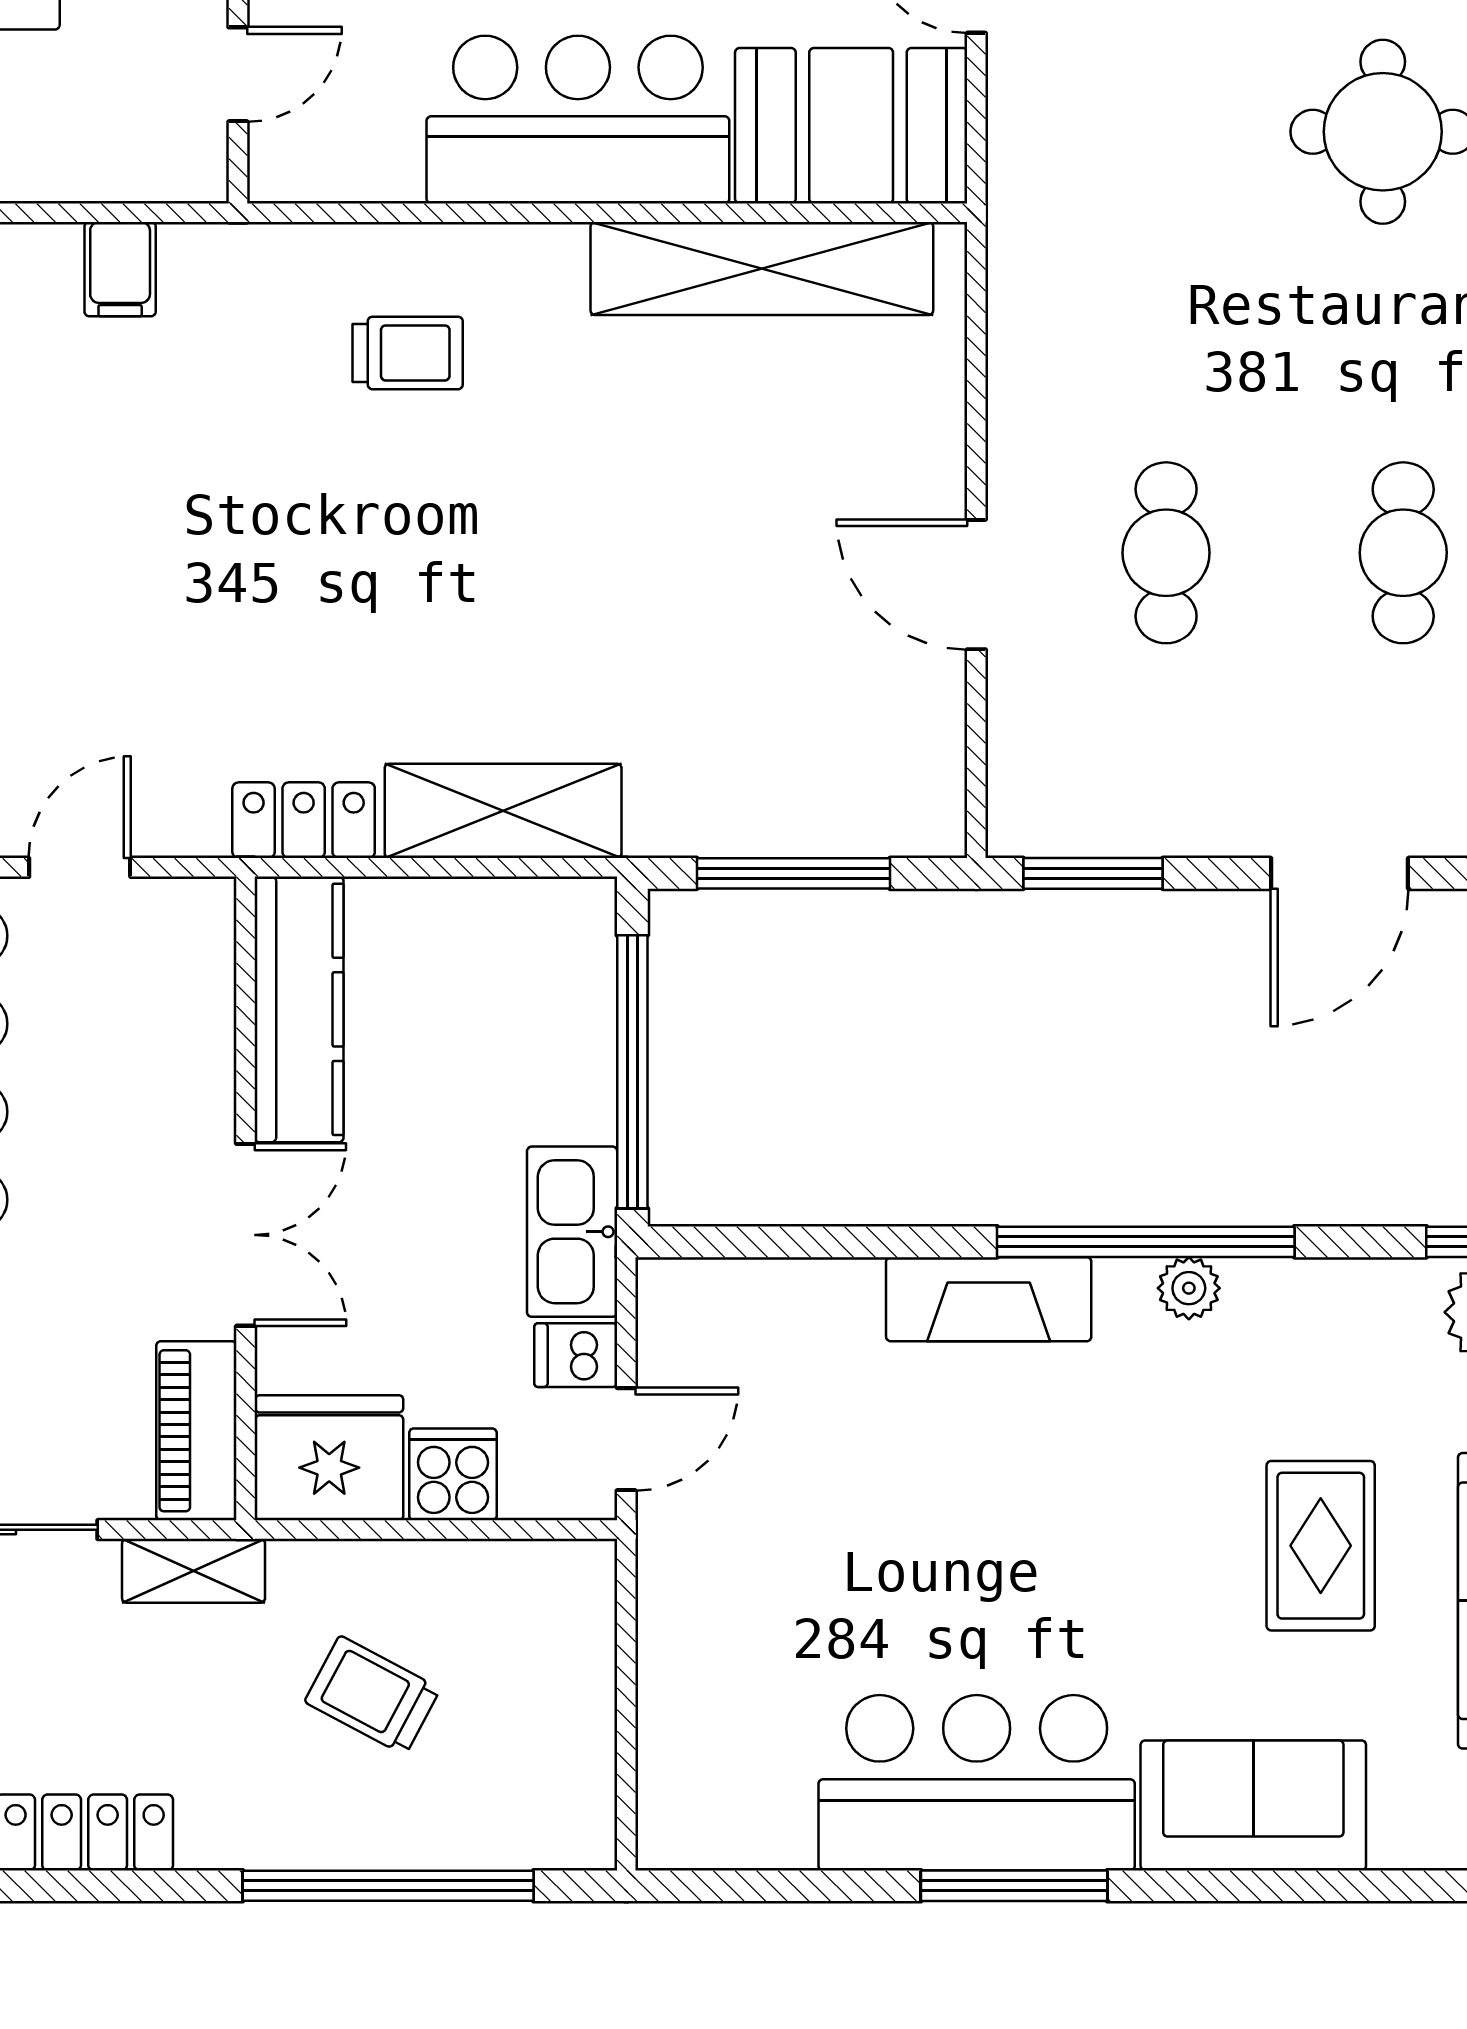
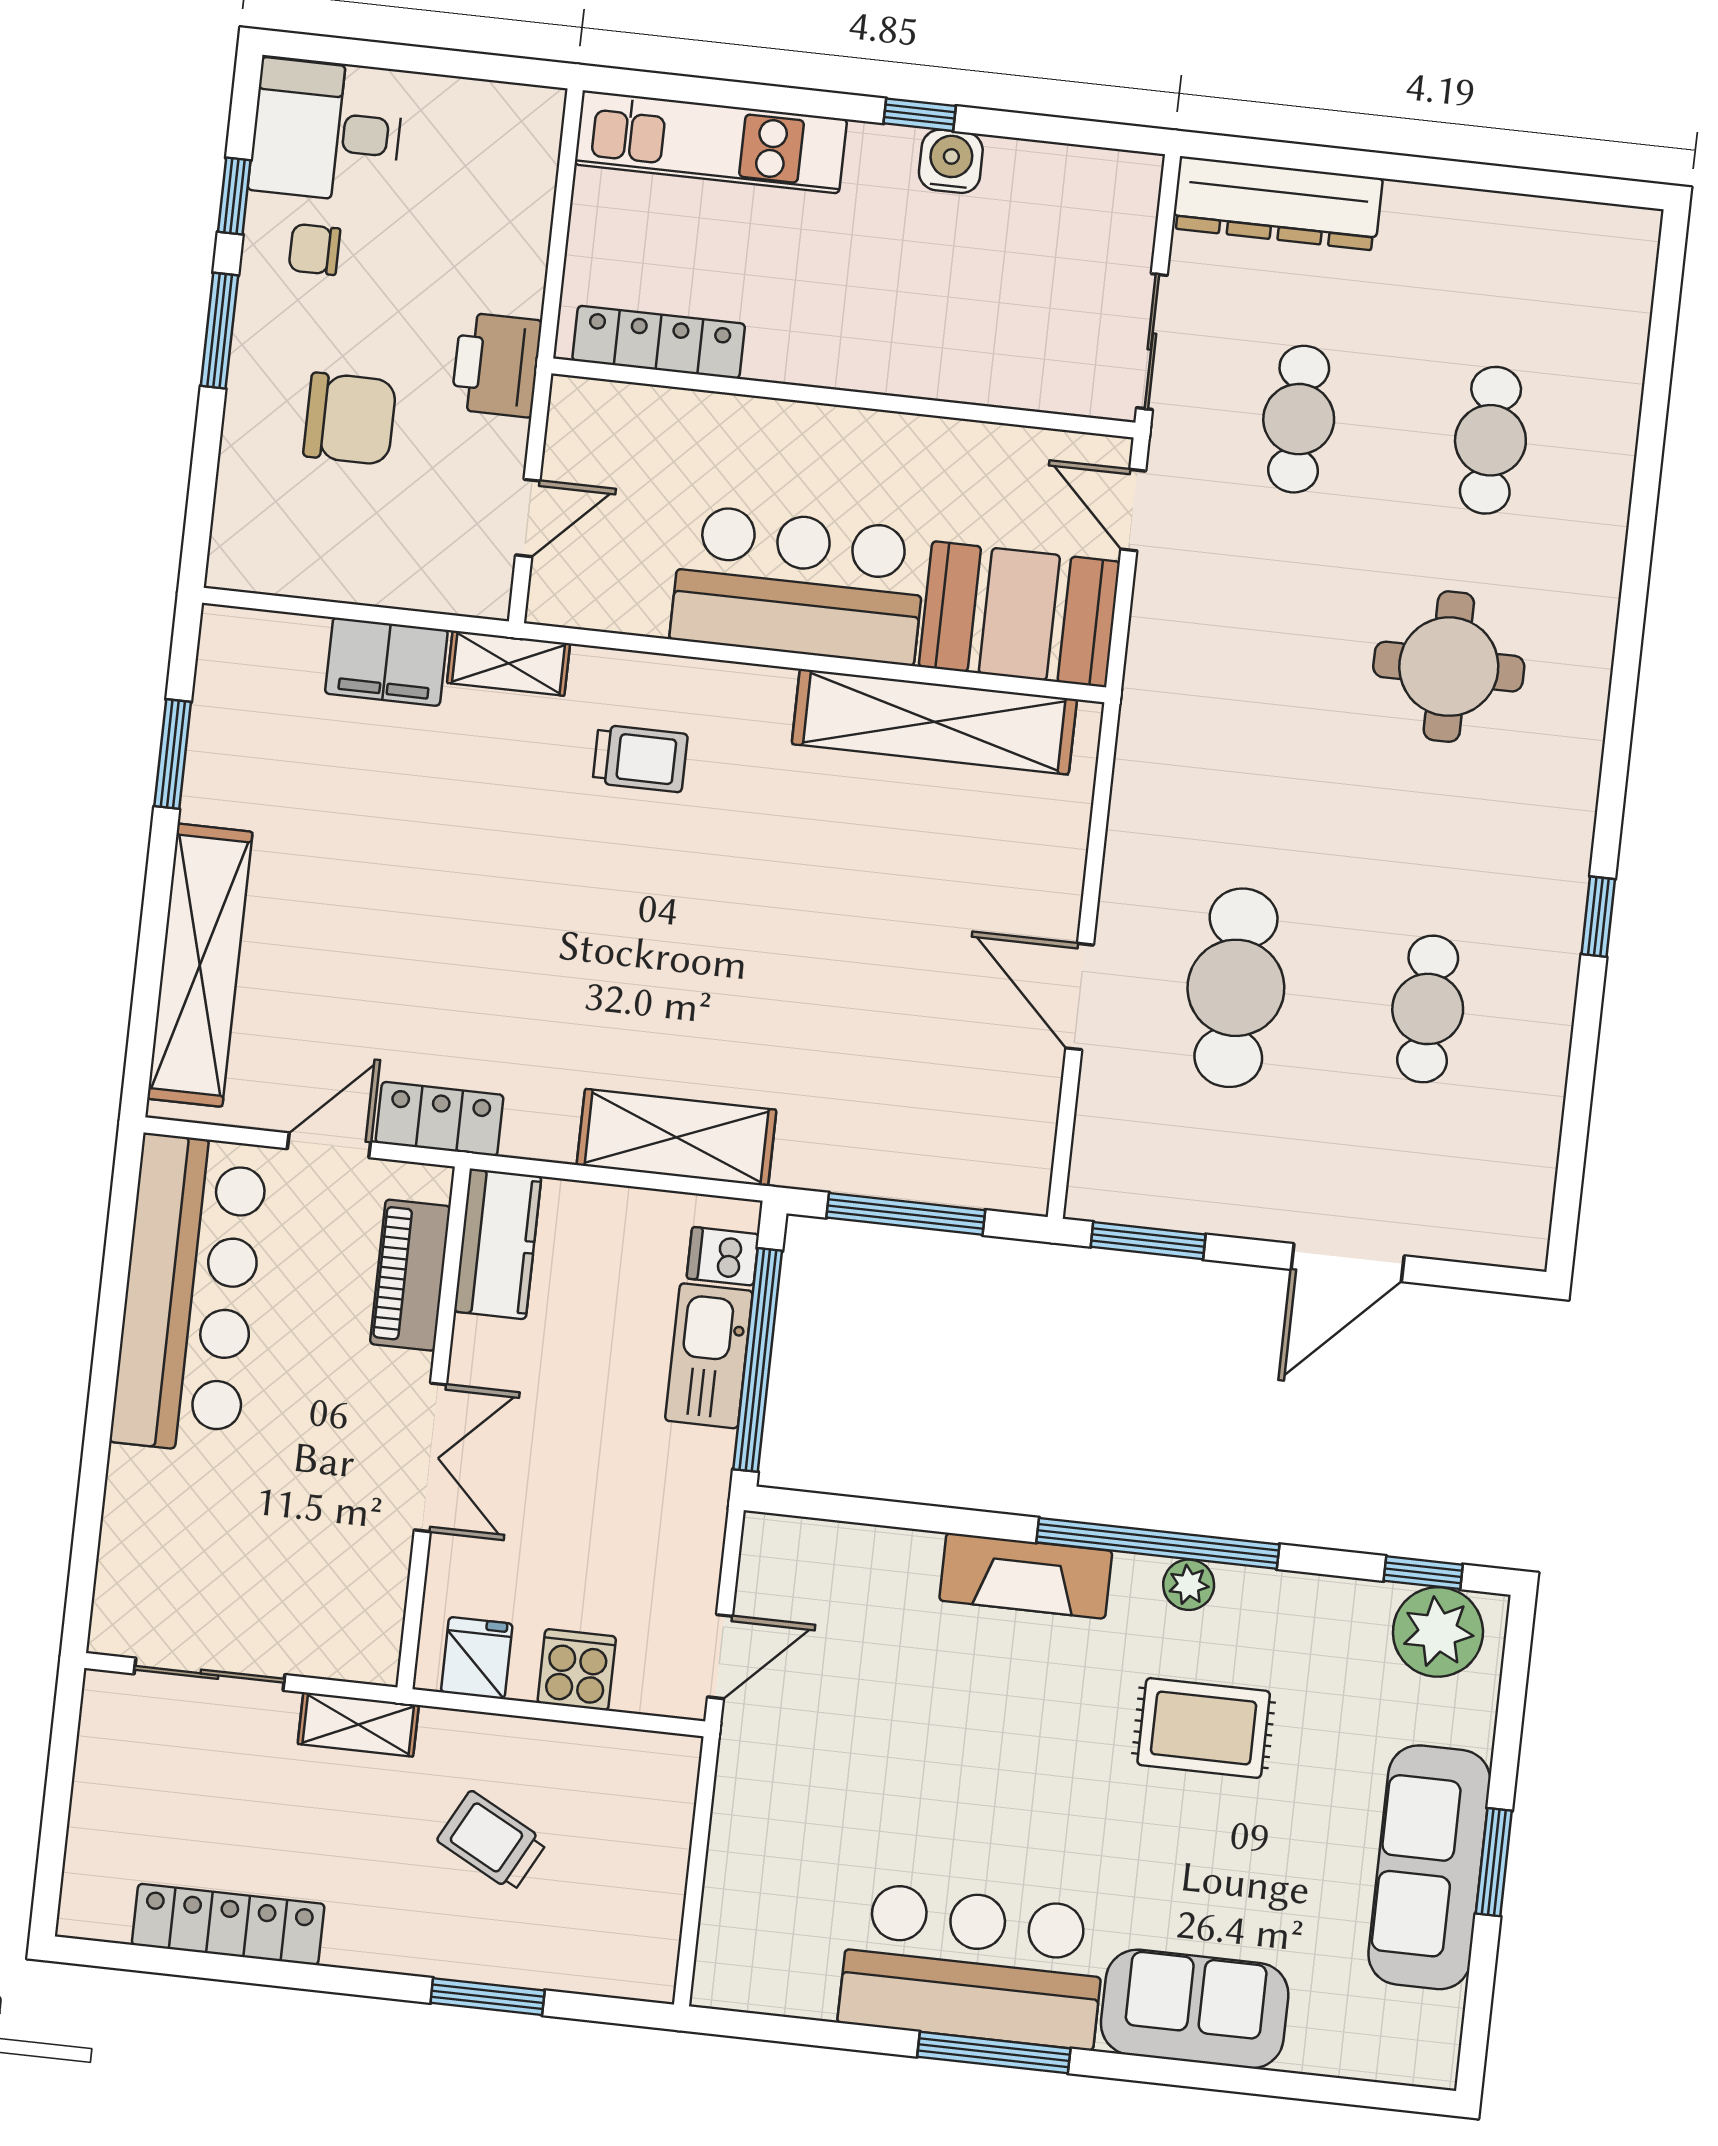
shelving: (234, 254) -> (509, 663), added
filing cabinet: (120, 269) -> (386, 662), width x2.00
cafe table: (1166, 553) -> (1236, 988), width x1.37, depth x1.35
locker: (304, 820) -> (440, 1119), moved
kitchen counter: (299, 1009) -> (498, 1244), width x0.67
kitchen sink: (572, 1232) -> (709, 1356), moved
dishwasher: (576, 1355) -> (723, 1256), moved
piano: (196, 1431) -> (410, 1275), moved
fridge: (329, 1458) -> (477, 1658), width x0.53, depth x0.75
rug: (1321, 1546) -> (1204, 1728), moved, turned 90
window: (388, 1886) -> (488, 1997), width x0.47

